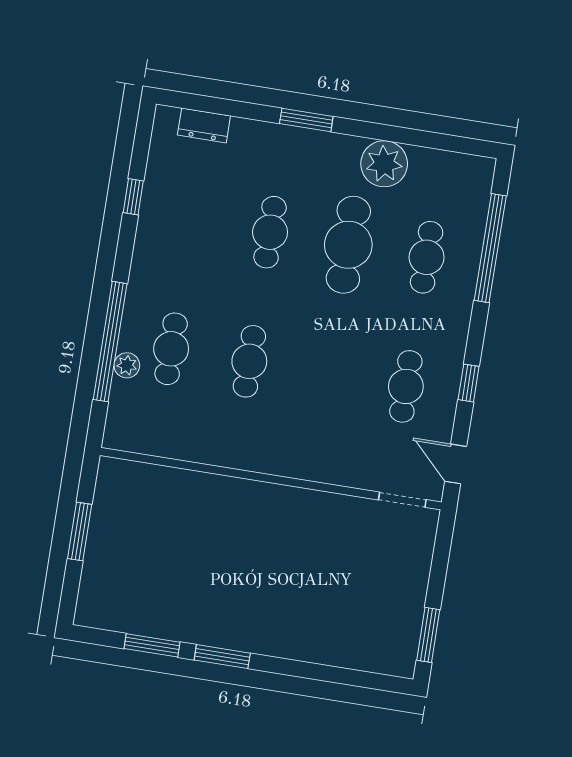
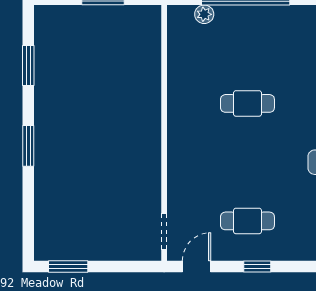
cafe table: (171, 349) -> (247, 45), removed
plant: (127, 365) -> (204, 14), moved
window: (222, 657) -> (28, 146), moved

